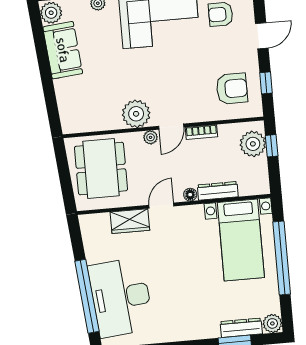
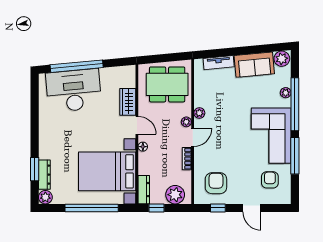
armchair: (232, 89) -> (216, 183), turned 180
tv unit: (64, 100) -> (219, 63), added
plant: (136, 114) -> (199, 113), width x0.53, depth x0.53
door: (171, 127) -> (193, 137), swing flipped
window: (272, 146) -> (157, 208), moved
dresser: (218, 191) -> (144, 190), moved
bed with nightstands: (241, 240) -> (107, 171), width x1.36

